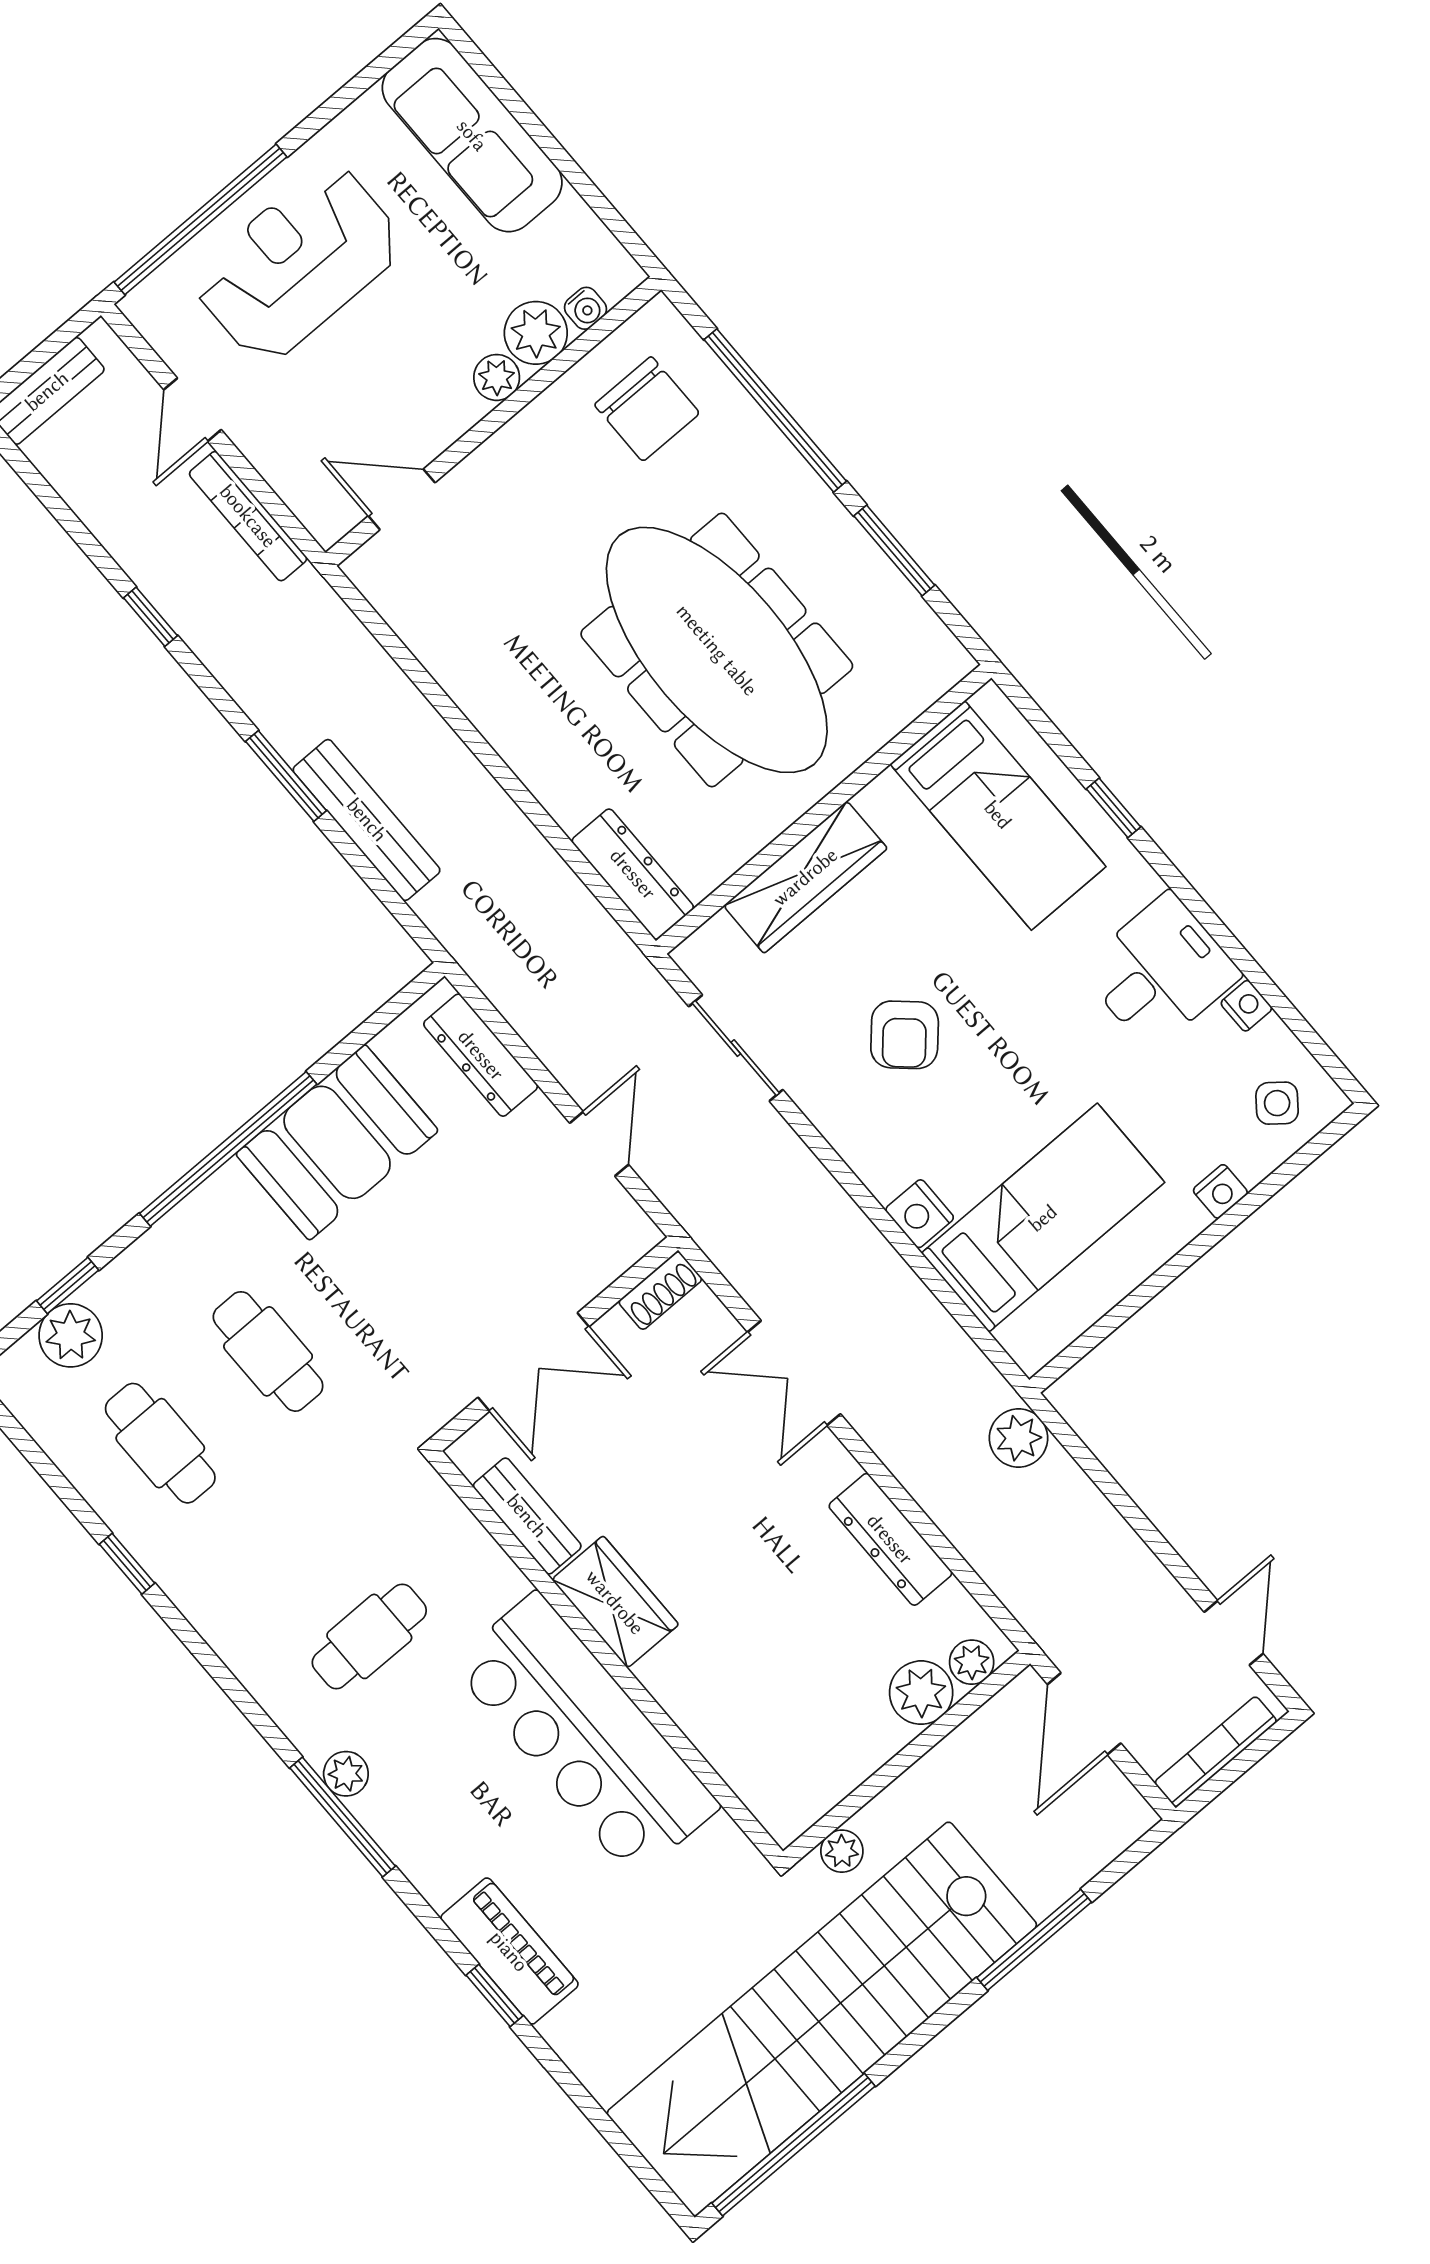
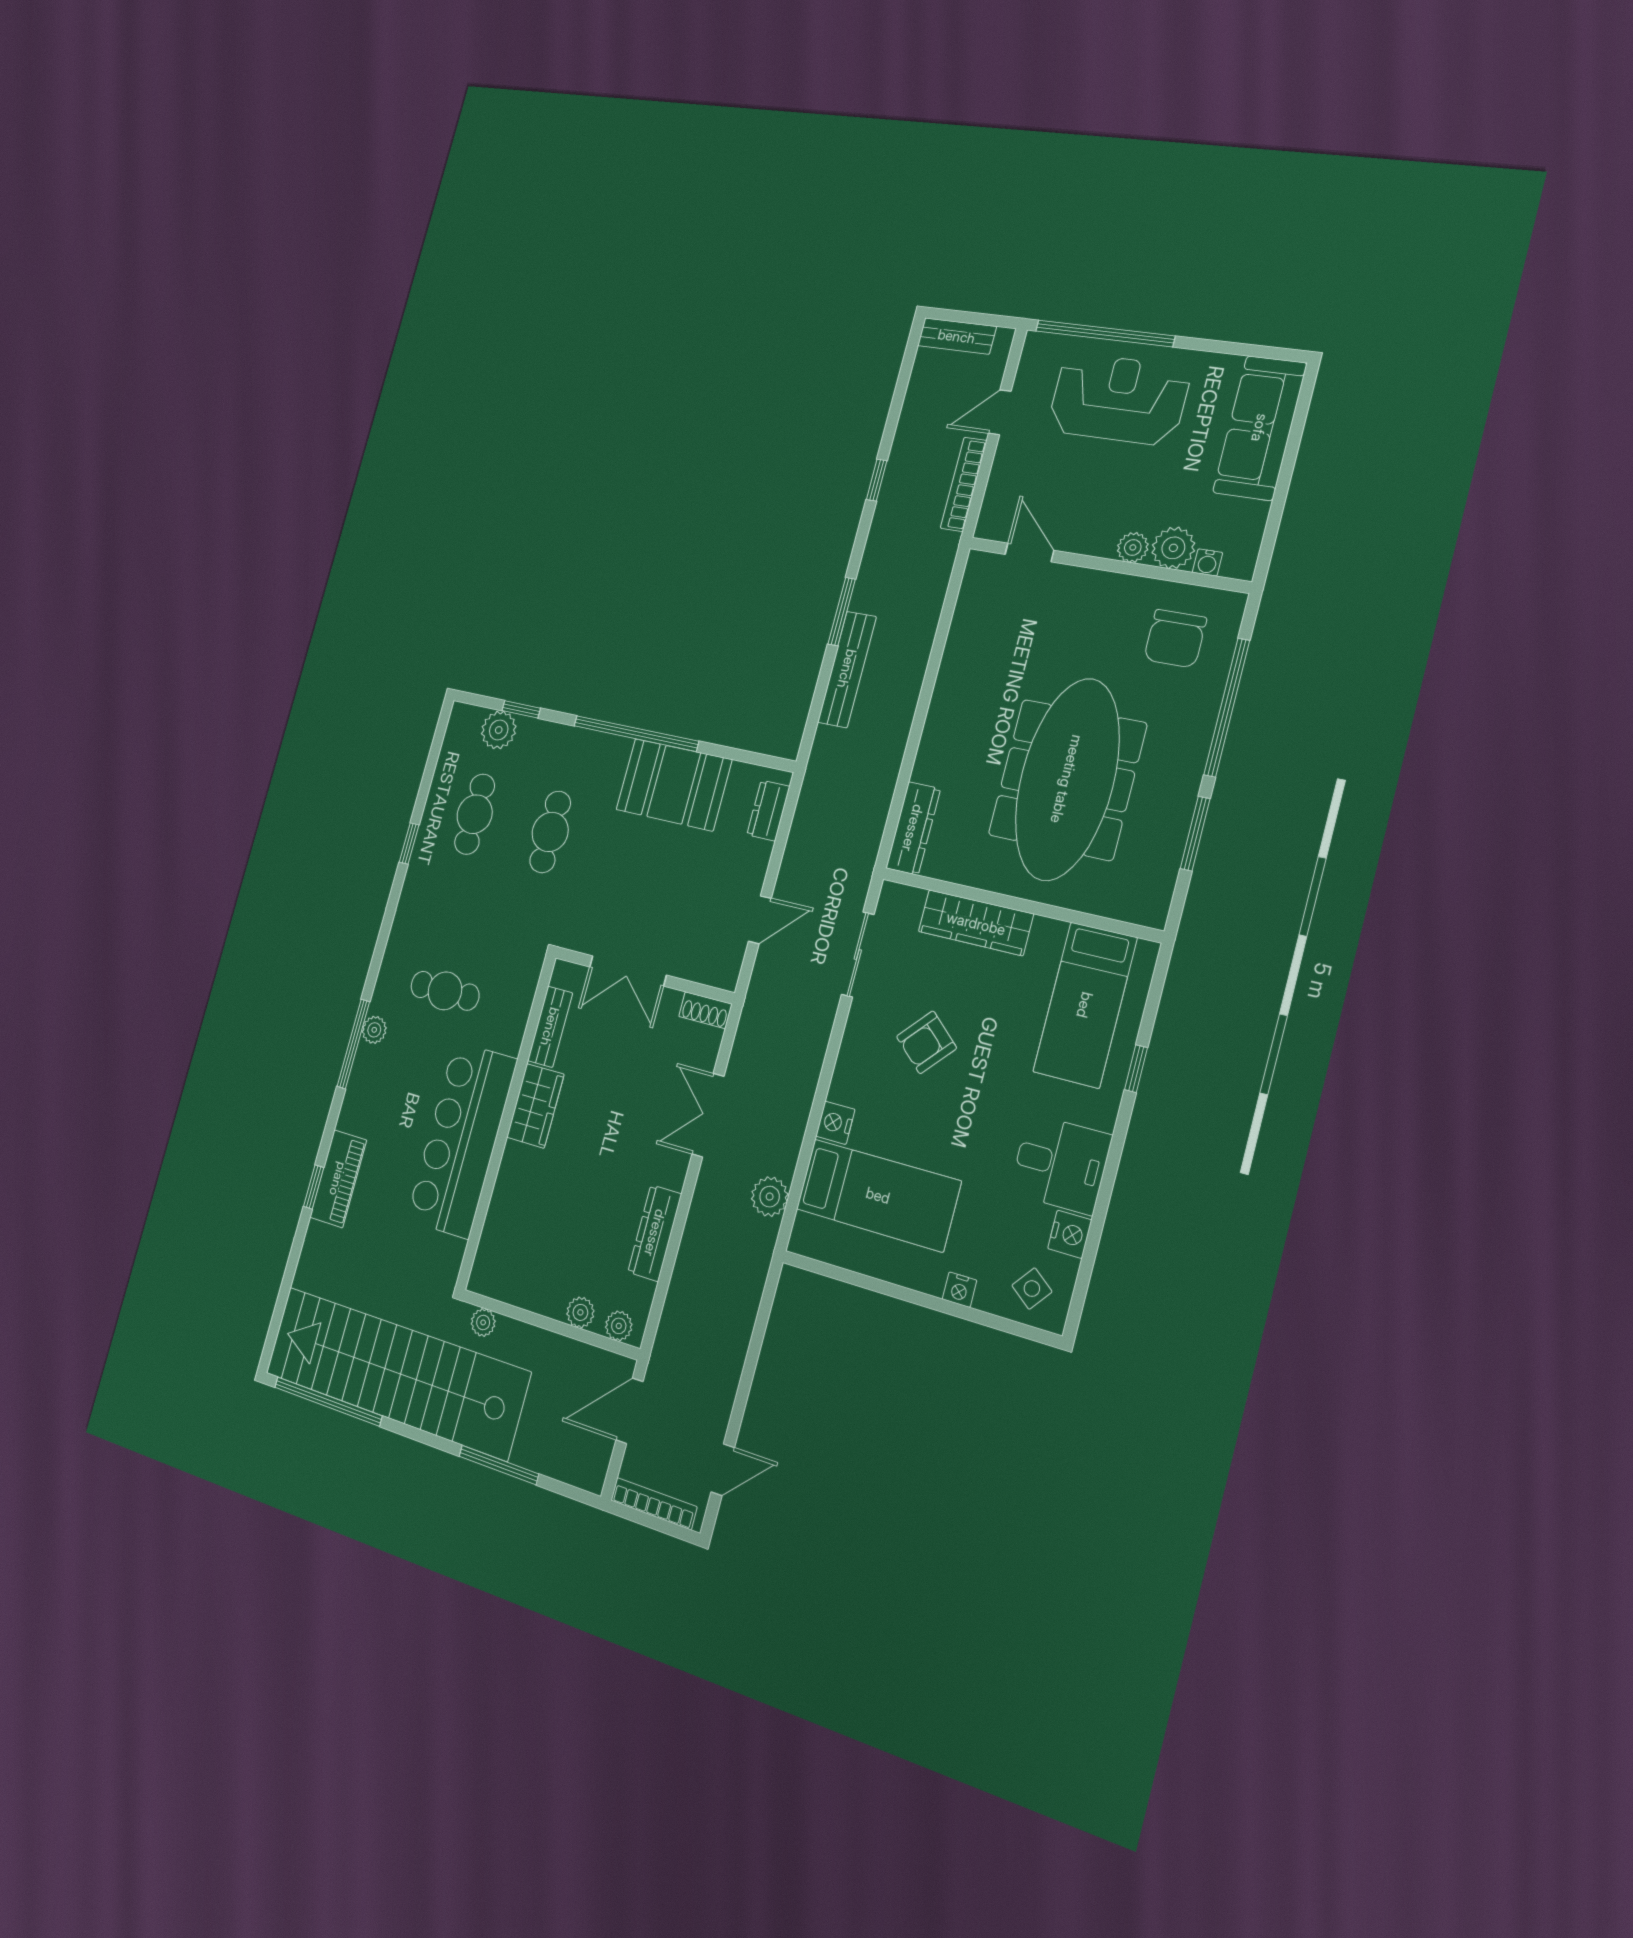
nightstand: (1246, 1006) -> (1070, 1234), width x1.39, depth x1.35
dresser: (481, 1055) -> (768, 811), width x0.70
plant: (1019, 1438) -> (770, 1197), moved
plant: (921, 1693) -> (580, 1312), width x0.73, depth x0.73

